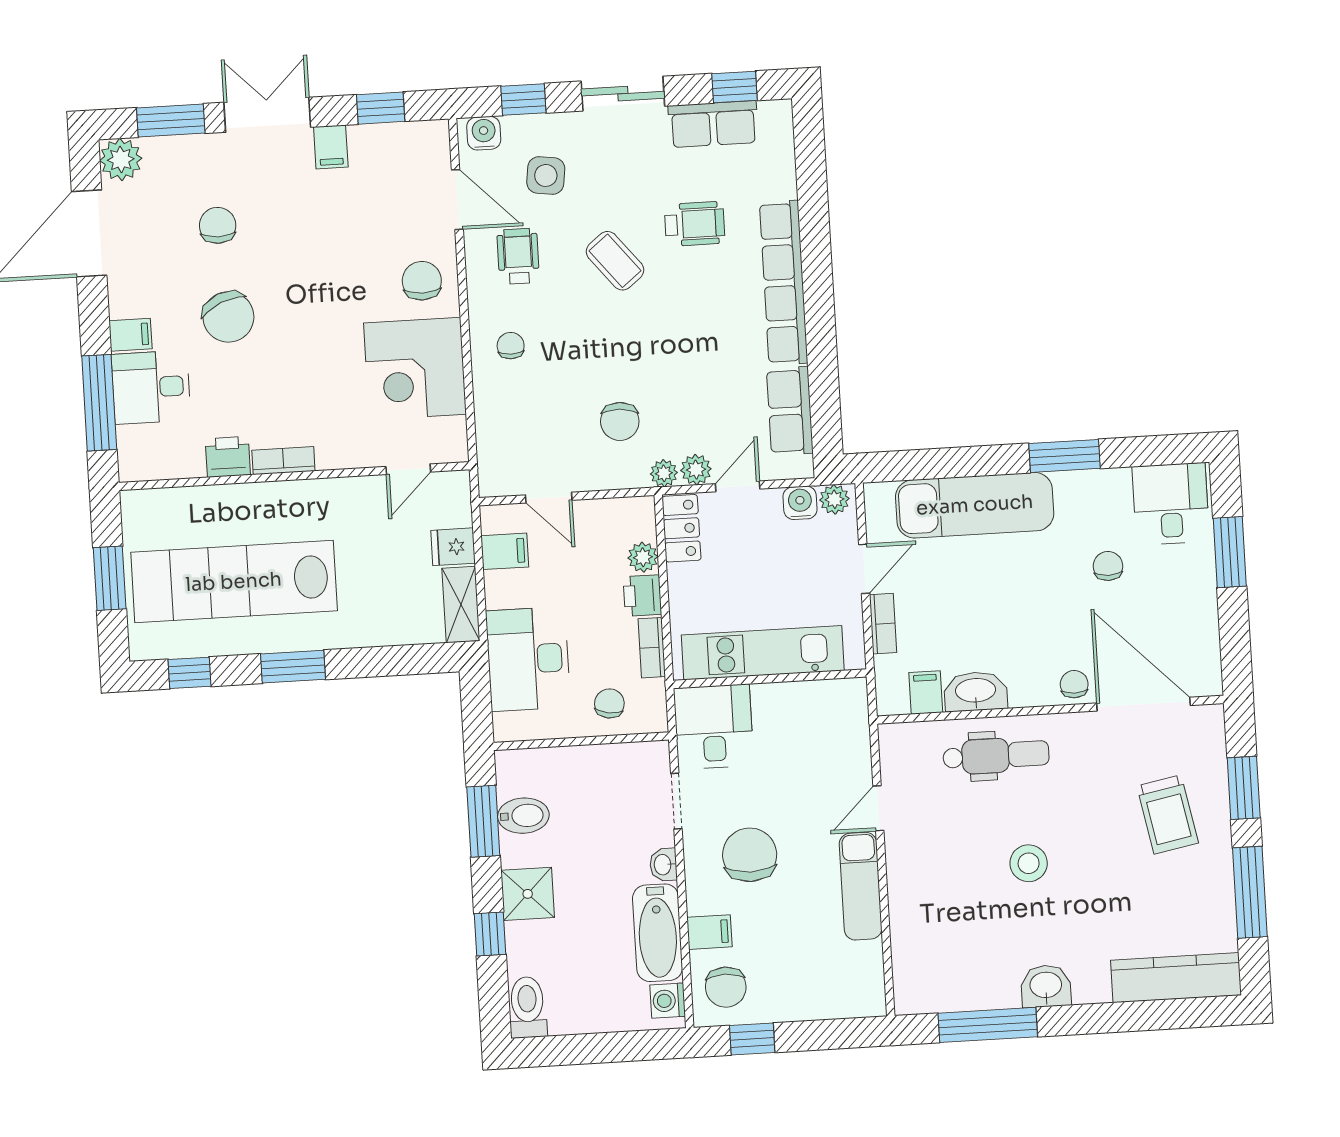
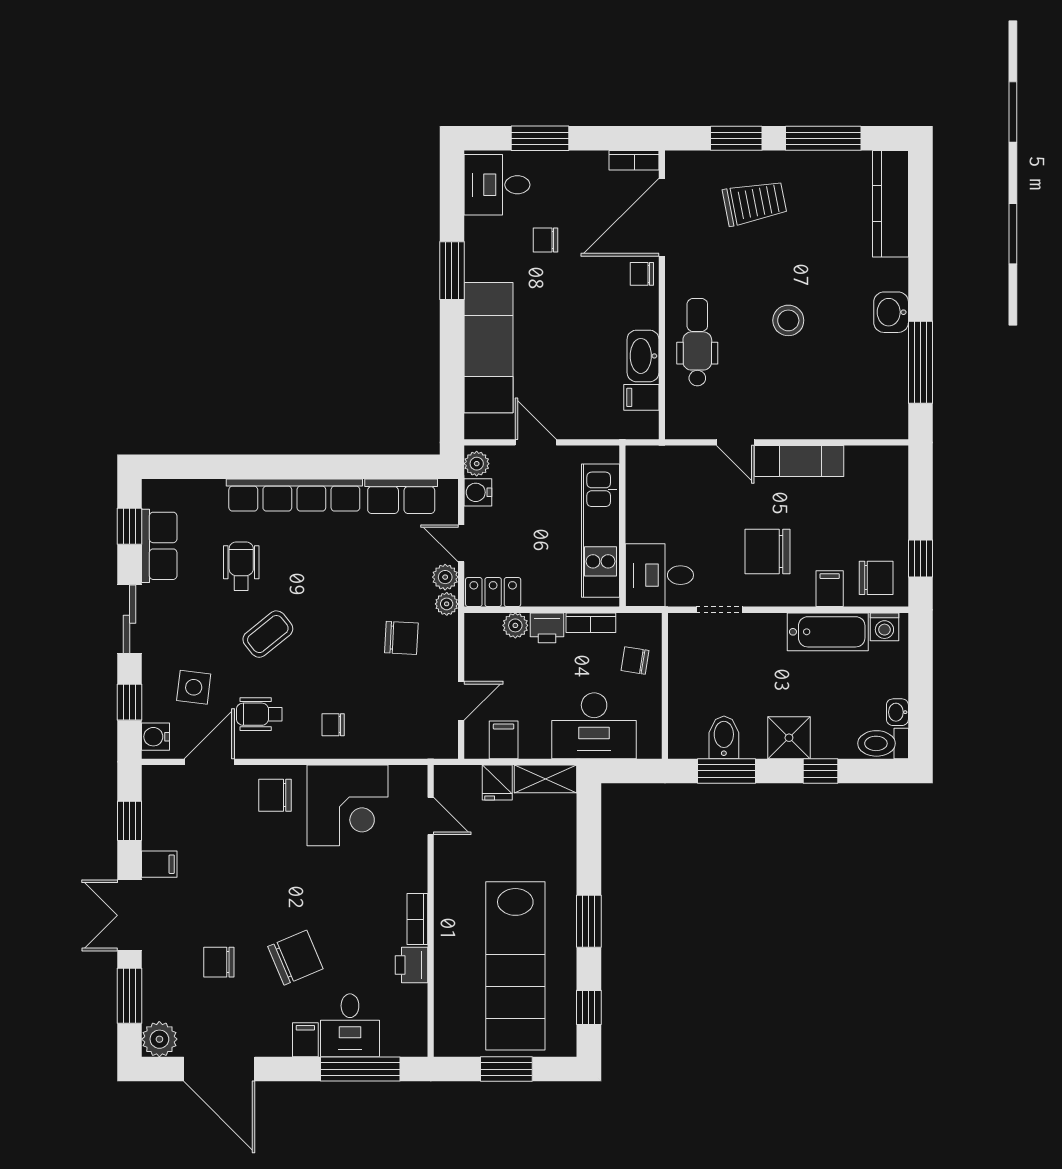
bookcase: (883, 624) -> (634, 160), moved, turned 180
washbasin: (663, 865) -> (897, 712), moved, turned 90

